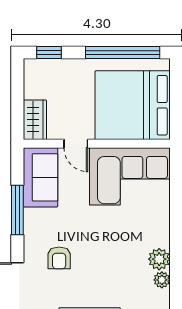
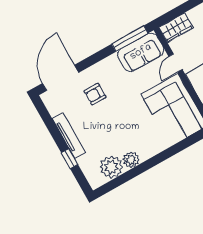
window: (17, 210) -> (130, 39), moved
plant: (162, 280) -> (111, 167), width x1.87, depth x1.87

